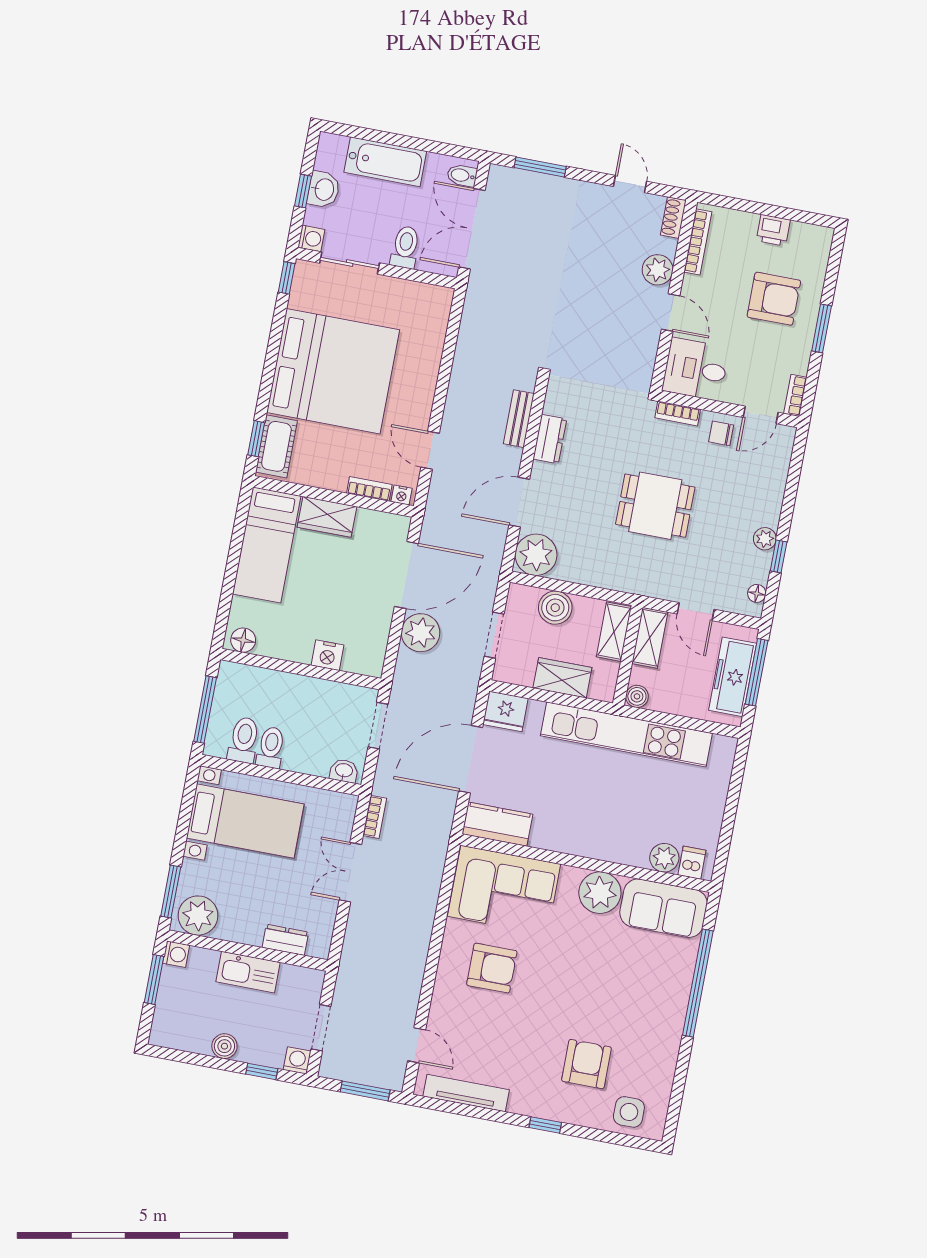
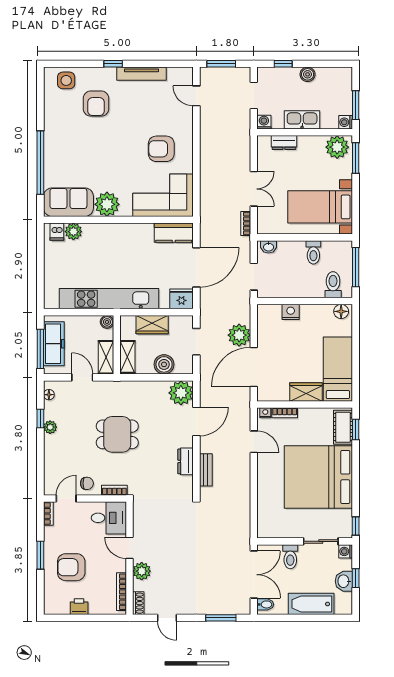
toilet: (244, 740) -> (333, 285), moved, turned 180
washing machine: (297, 1060) -> (264, 122), moved, turned 180
tv unit: (466, 1093) -> (142, 74), moved

